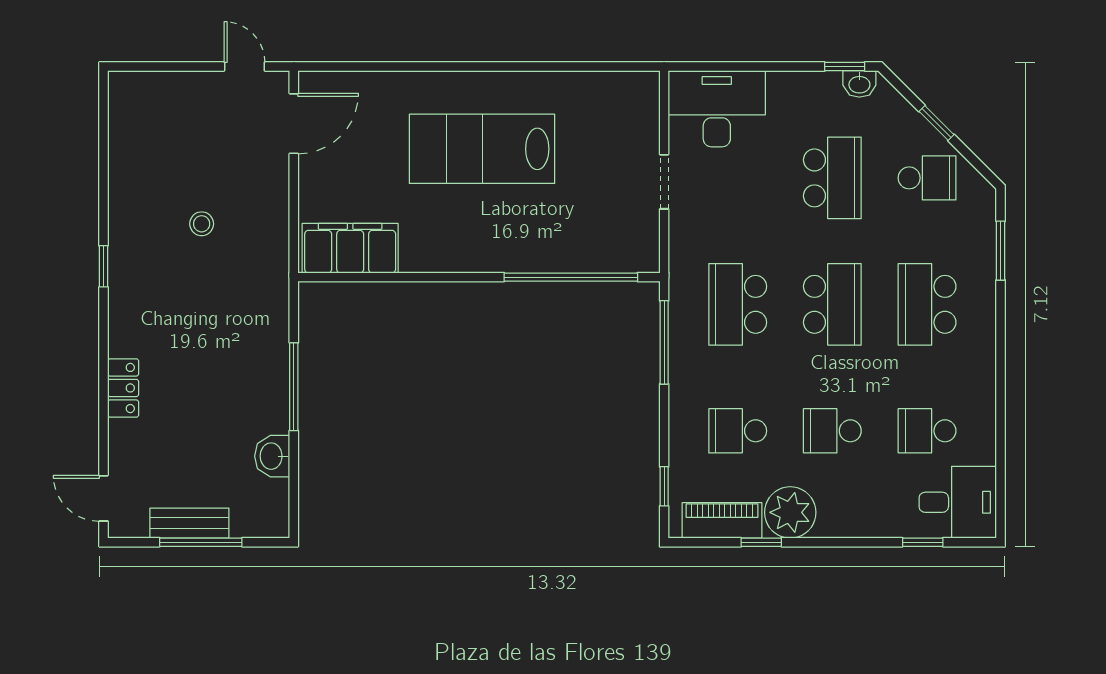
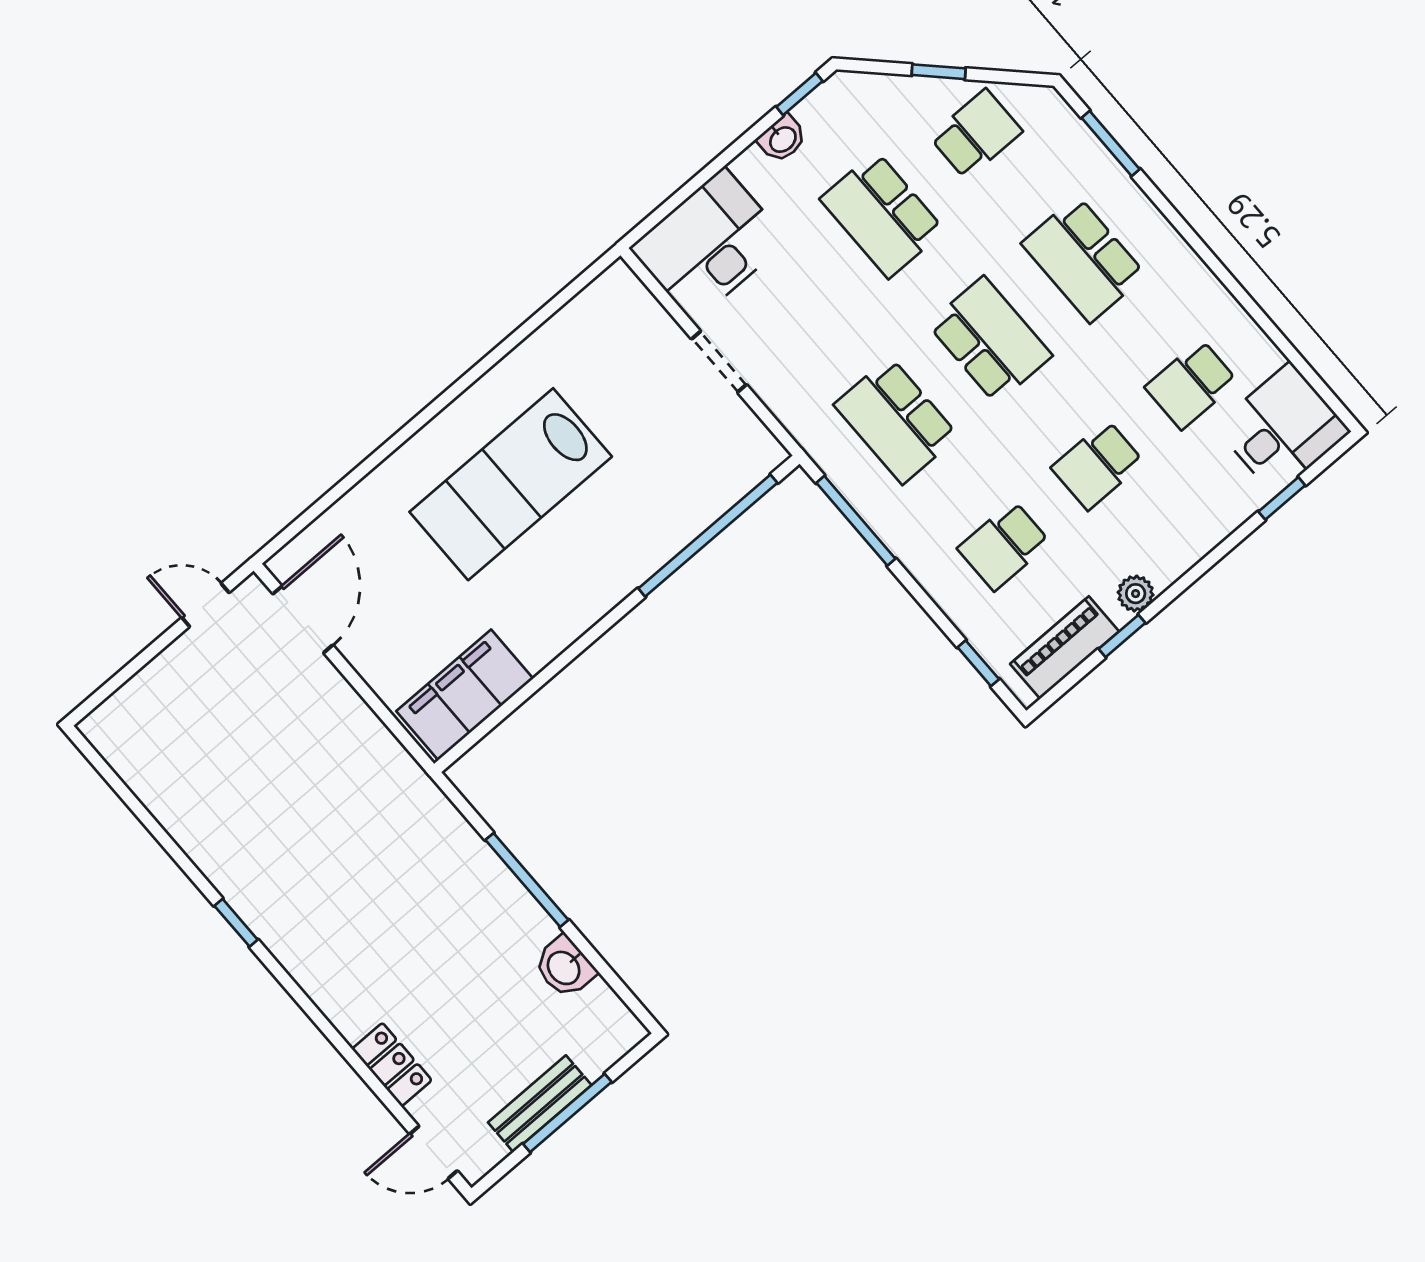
washbasin: (859, 84) -> (782, 139), moved
school desk: (832, 178) -> (882, 215), turned 180
stool: (202, 224) -> (297, 797), removed
locker: (123, 388) -> (392, 1065), moved
plant: (790, 512) -> (1136, 594), width x0.53, depth x0.53

